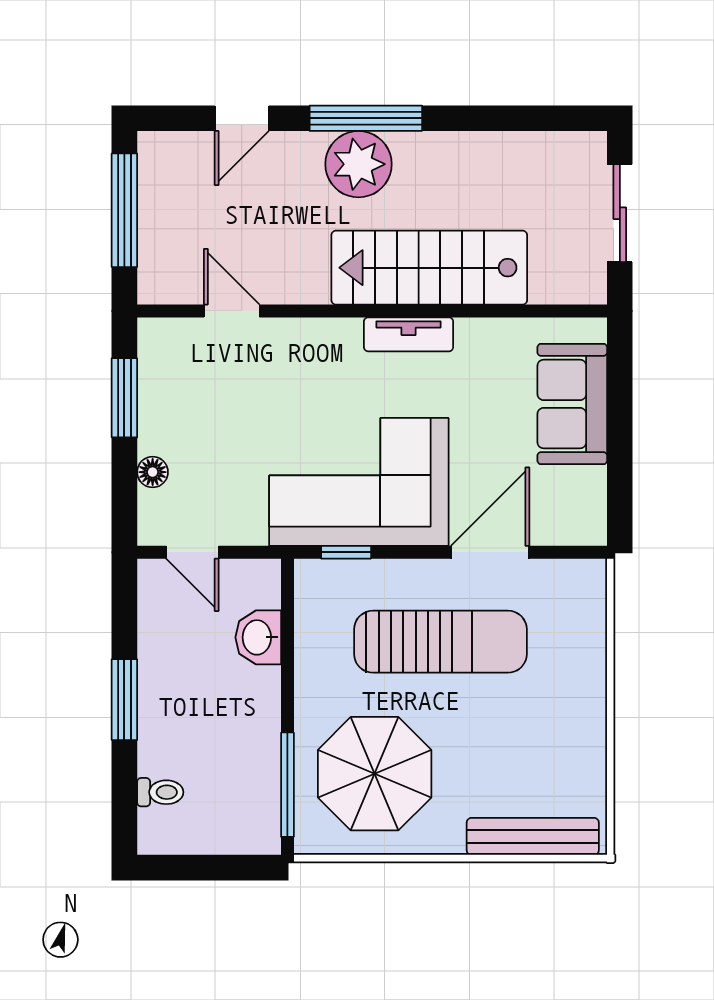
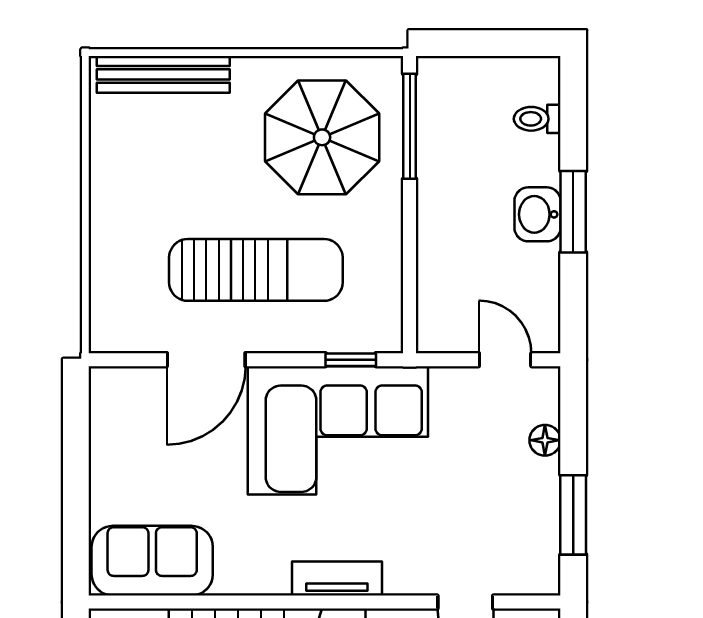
tv unit: (409, 334) -> (337, 578), moved
sofa: (572, 404) -> (152, 561), moved, turned -90
washbasin: (258, 637) -> (537, 214), moved, turned 180
sun lounger: (440, 642) -> (256, 270), turned 180

